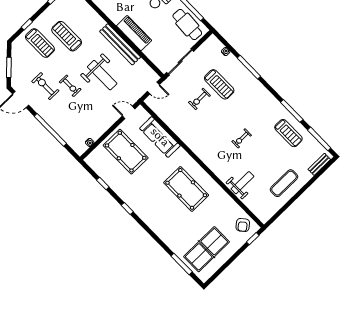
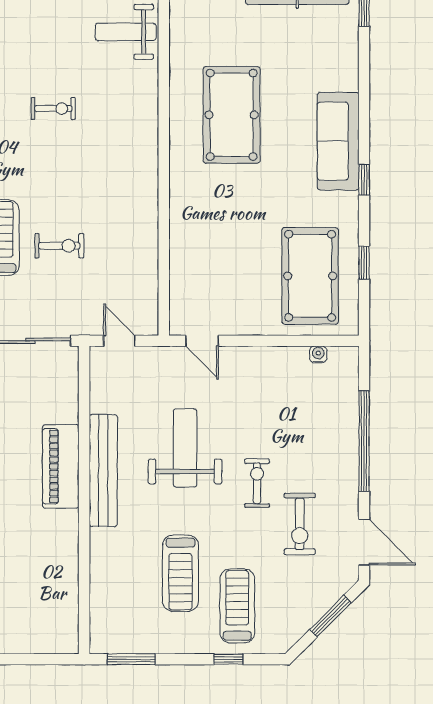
sofa: (160, 137) -> (338, 141), moved, turned 180
pool table: (126, 152) -> (310, 276), moved

